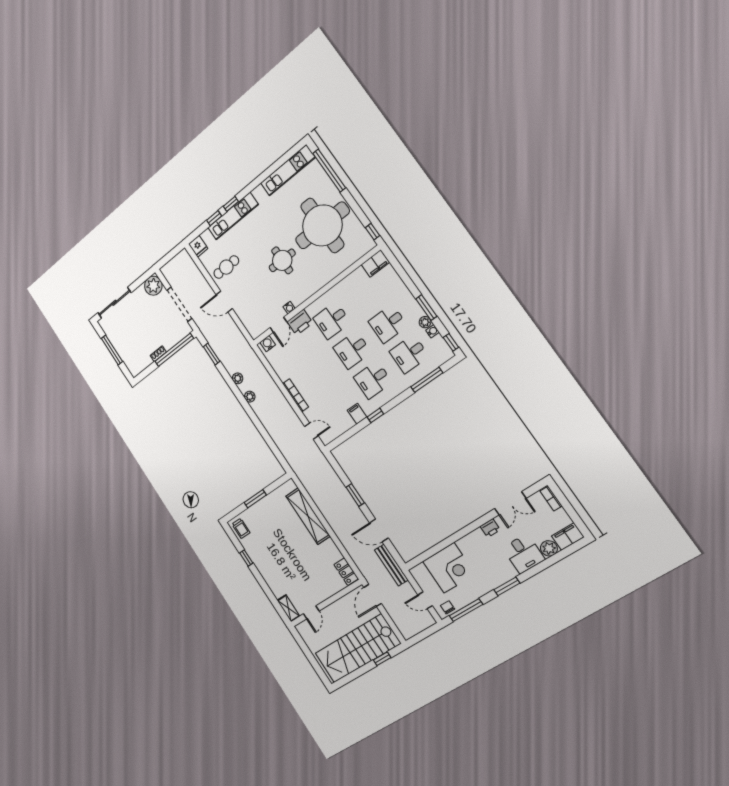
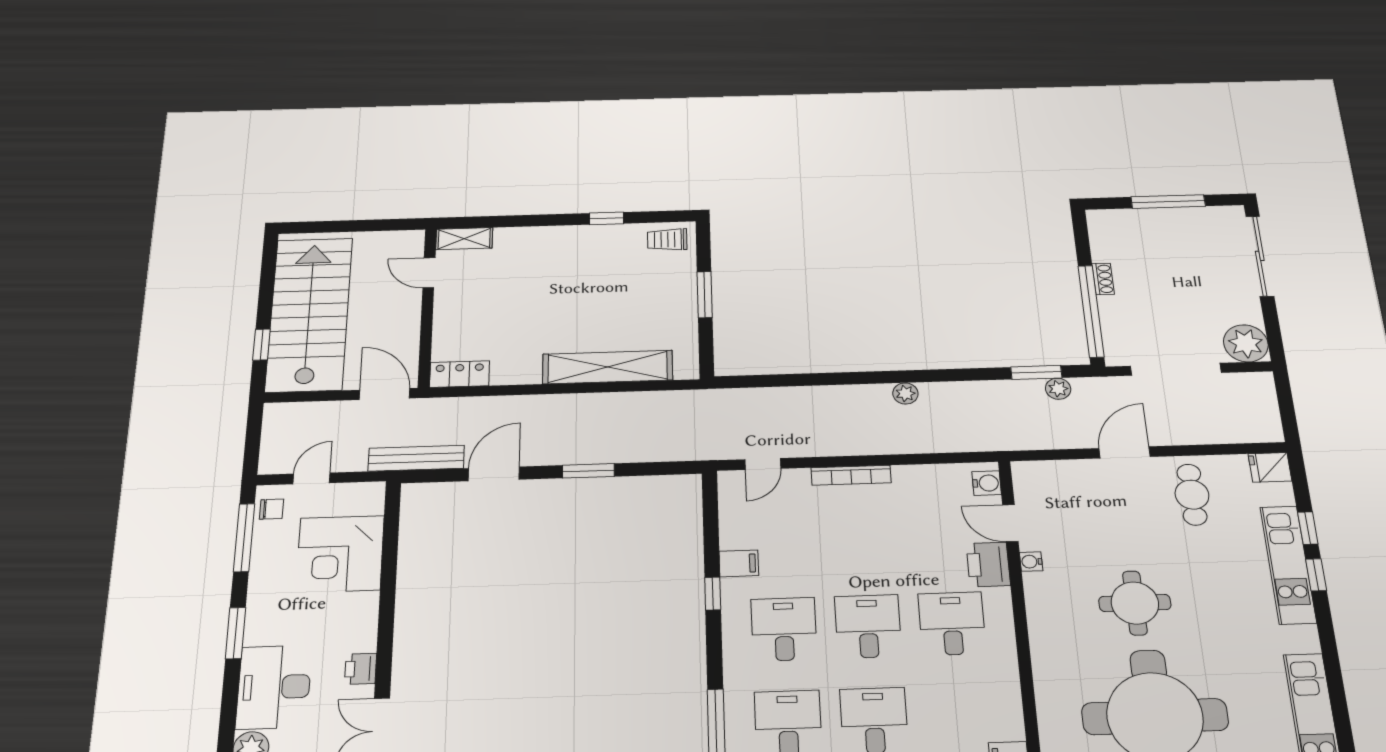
plant: (238, 378) -> (1058, 389), moved
desk: (524, 554) -> (274, 687), width x1.37

